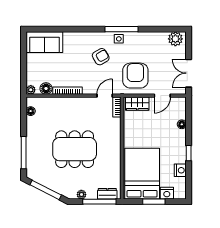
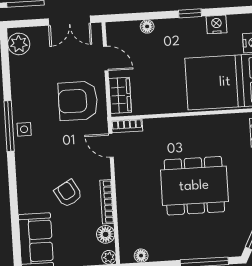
armchair: (101, 57) -> (68, 193), moved
dining table: (75, 149) -> (194, 186), turned 90

